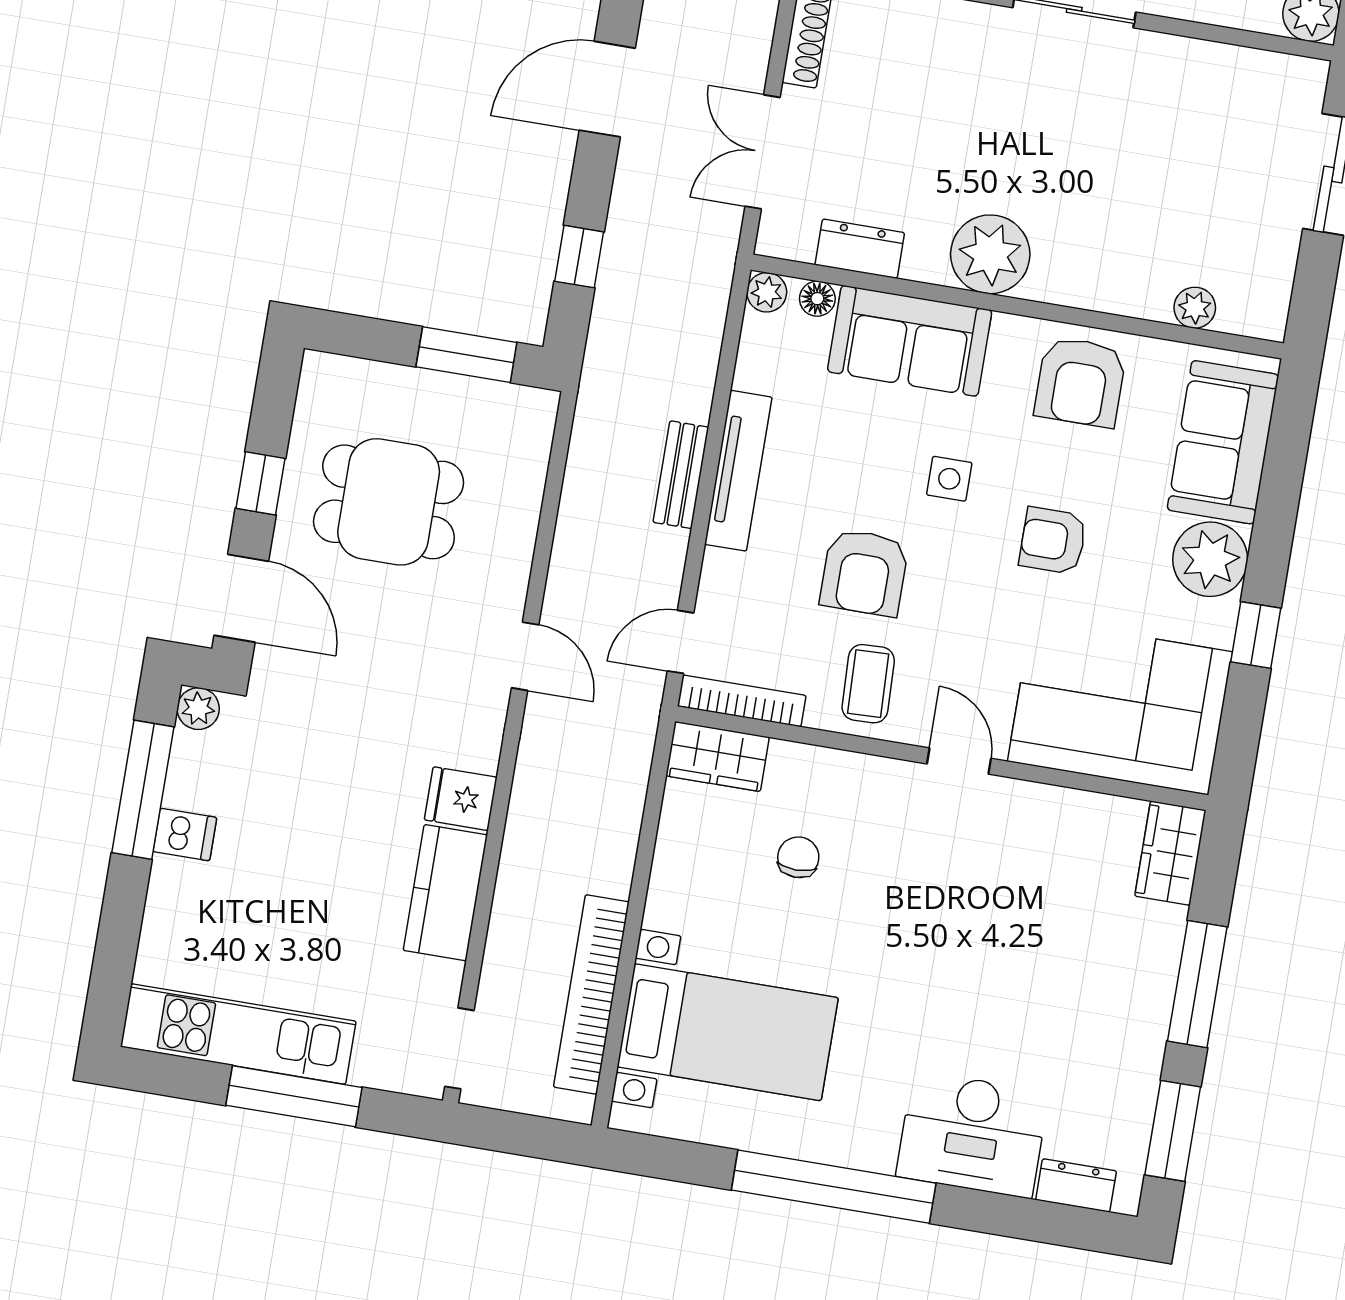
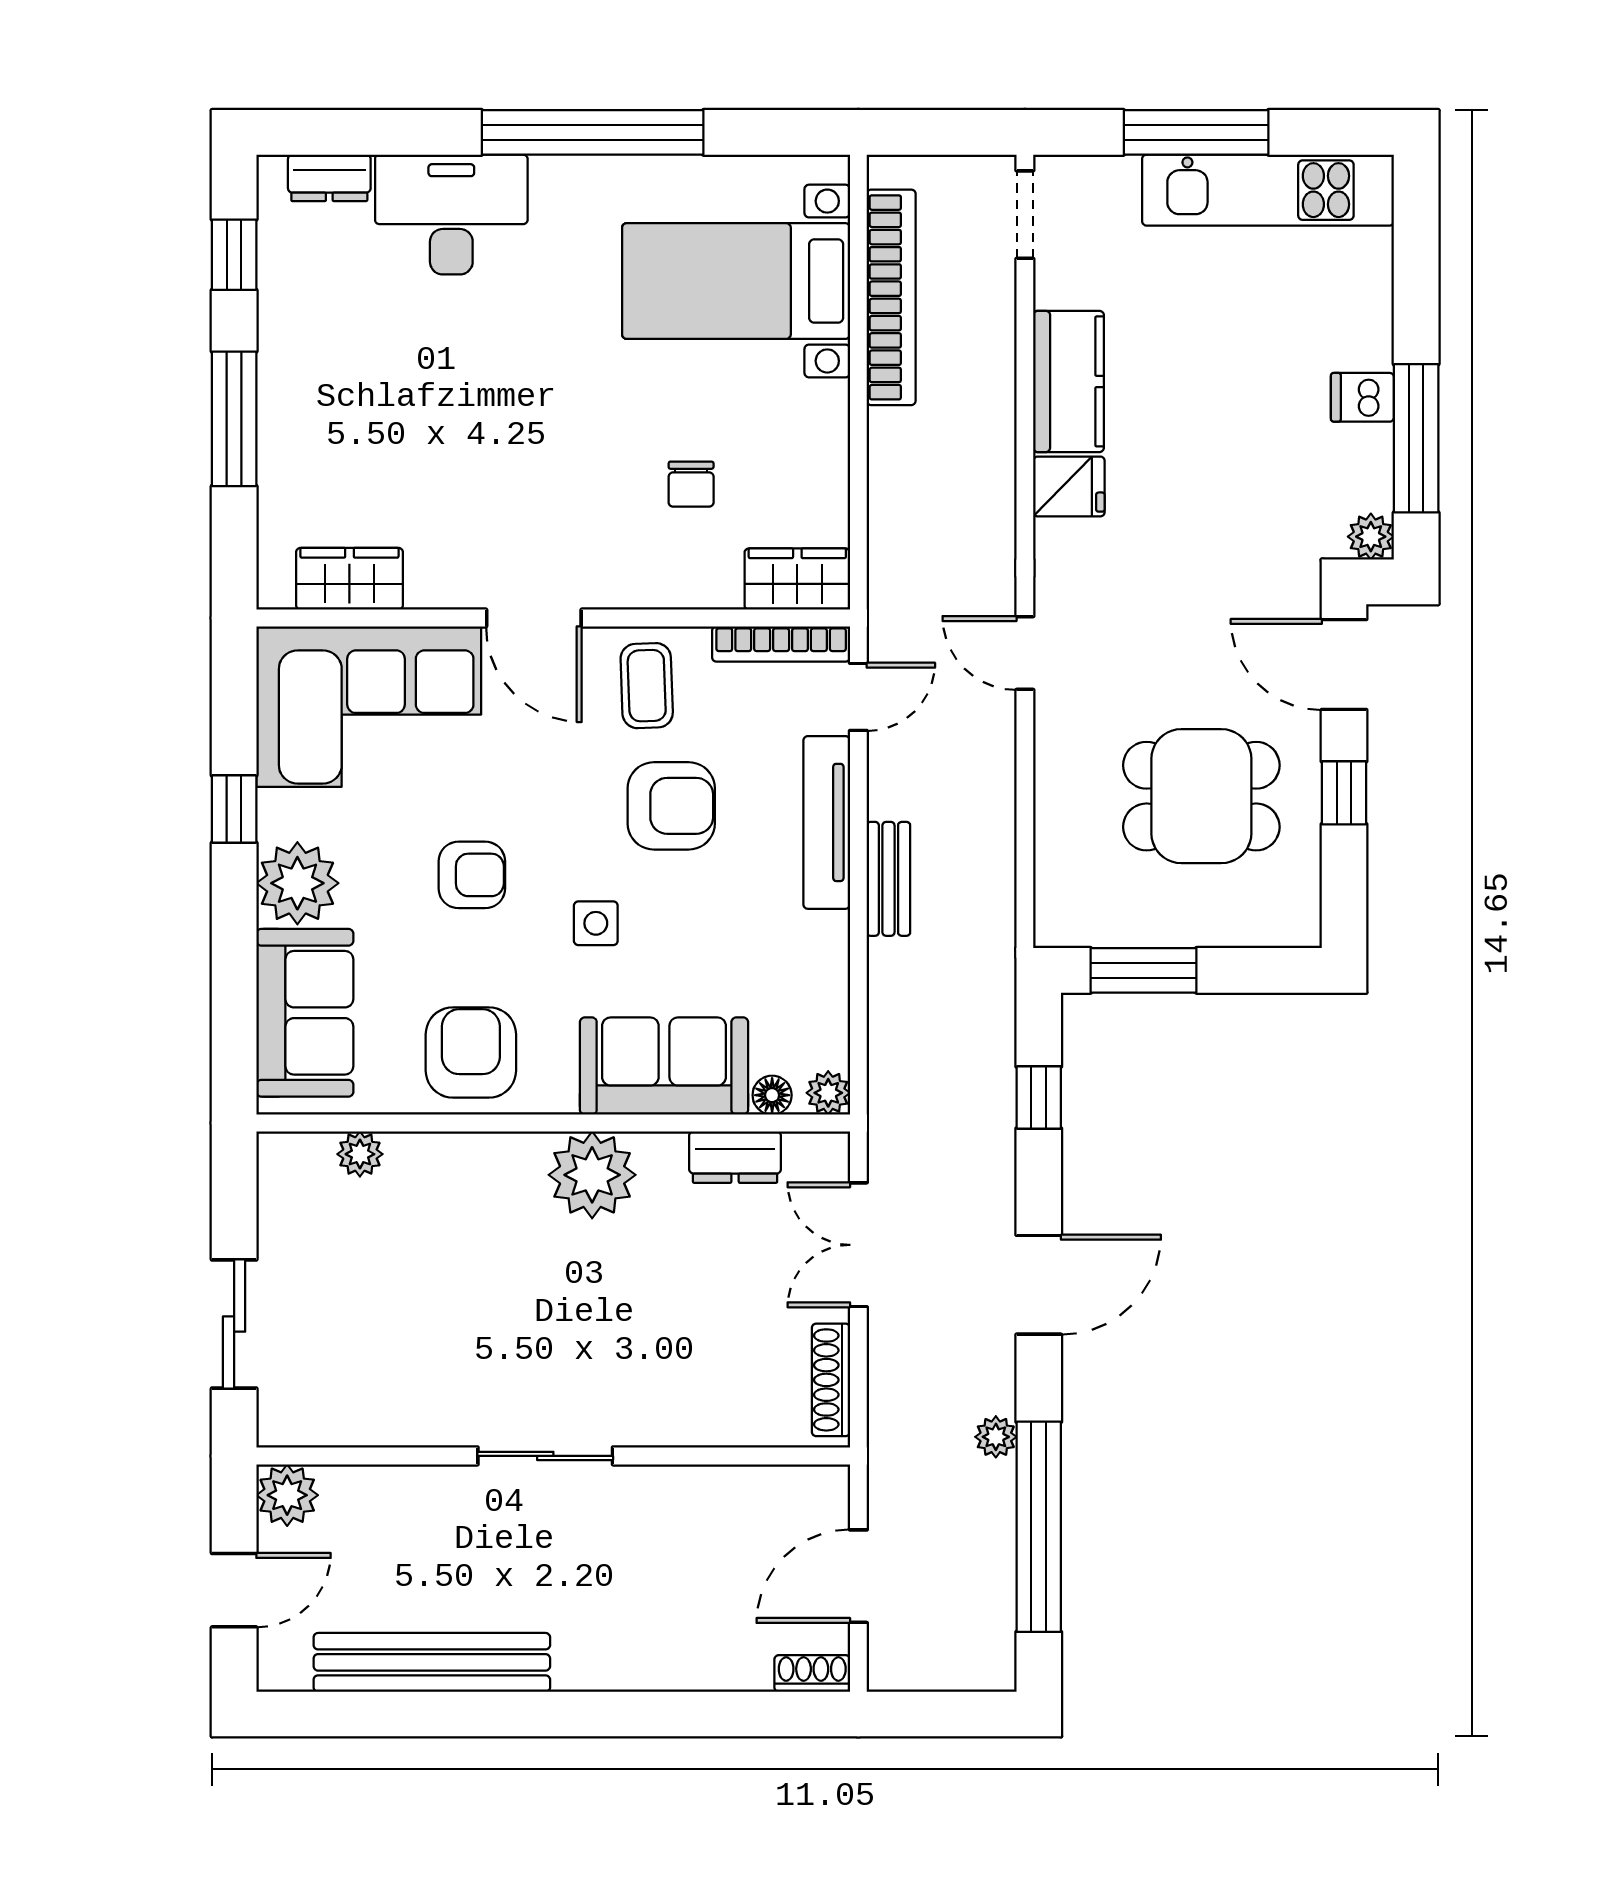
double door: (763, 152) -> (858, 1245), swing flipped
tv unit: (738, 471) -> (827, 822), moved
armchair: (864, 572) -> (671, 806), turned 90
door: (959, 761) -> (534, 618), width x1.38
wardrobe: (1170, 853) -> (349, 579), moved, turned -90
window: (1173, 1131) -> (234, 255), width x0.67

